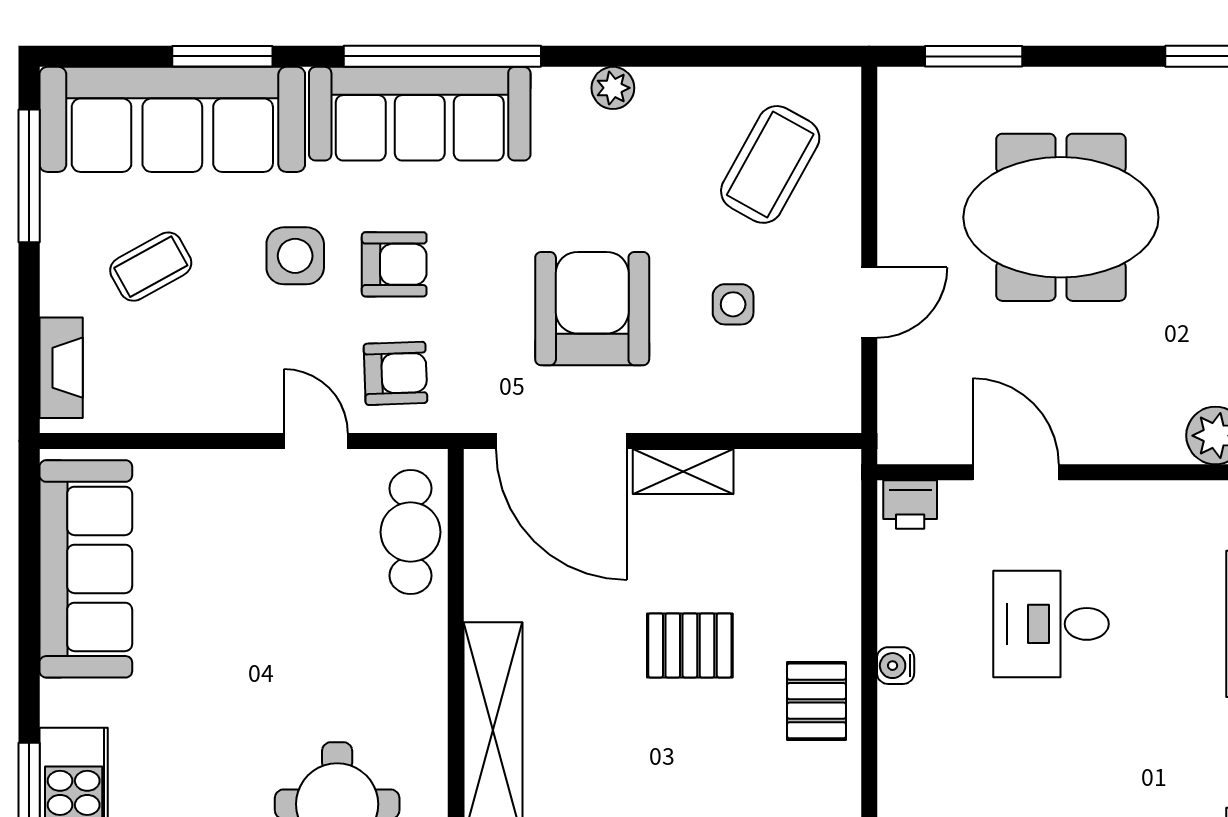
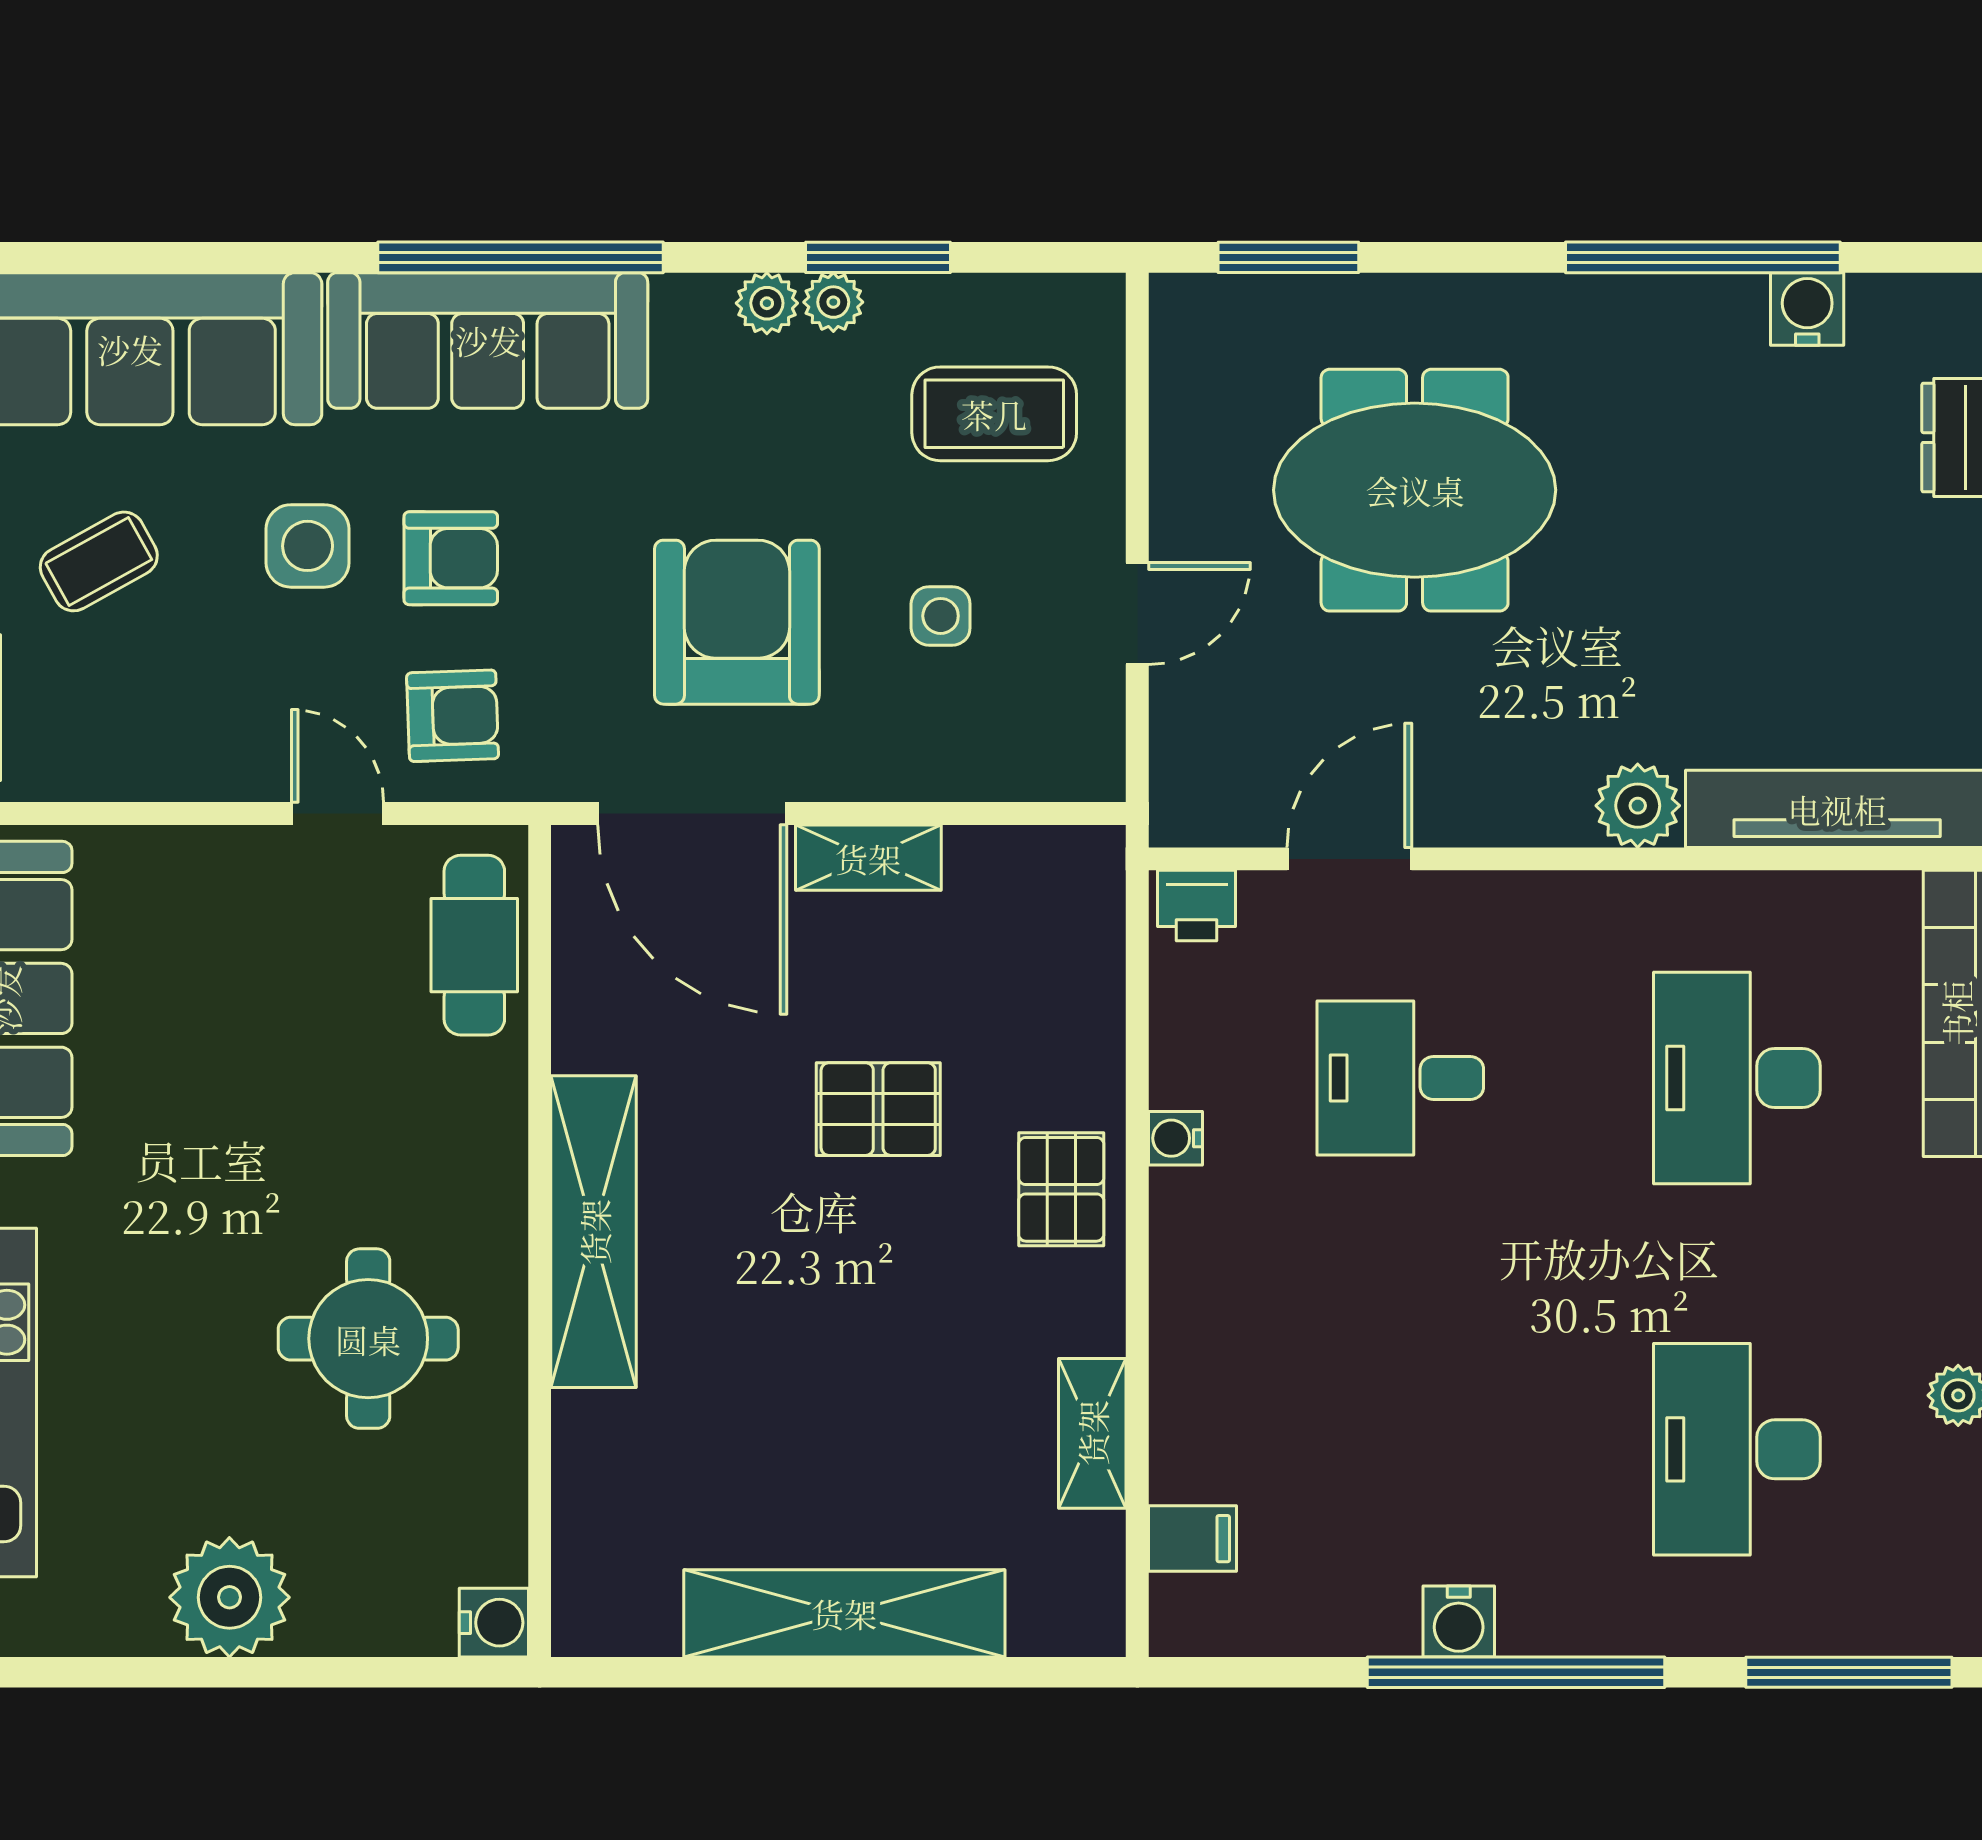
window: (222, 56) -> (878, 257), moved
plant: (659, 87) -> (833, 302), added
coffee table: (770, 164) -> (994, 414), turned 61
door: (1016, 472) -> (1349, 859), hinge flipped

